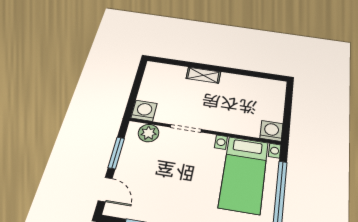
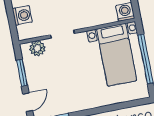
washing machine: (144, 111) -> (22, 15), moved, turned 90
door: (105, 189) -> (28, 102), hinge flipped

